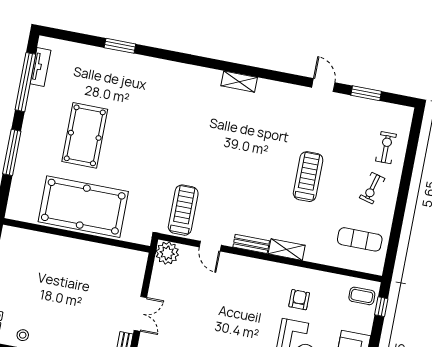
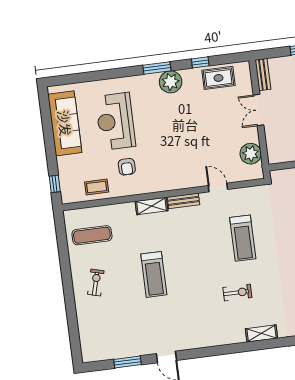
shelving: (239, 82) -> (262, 333), moved
exercise bike: (386, 148) -> (237, 293), moved, turned -90
treadmill: (183, 210) -> (243, 238), moved
plant: (167, 253) -> (251, 154), moved
coffee table: (362, 296) -> (97, 187), moved

